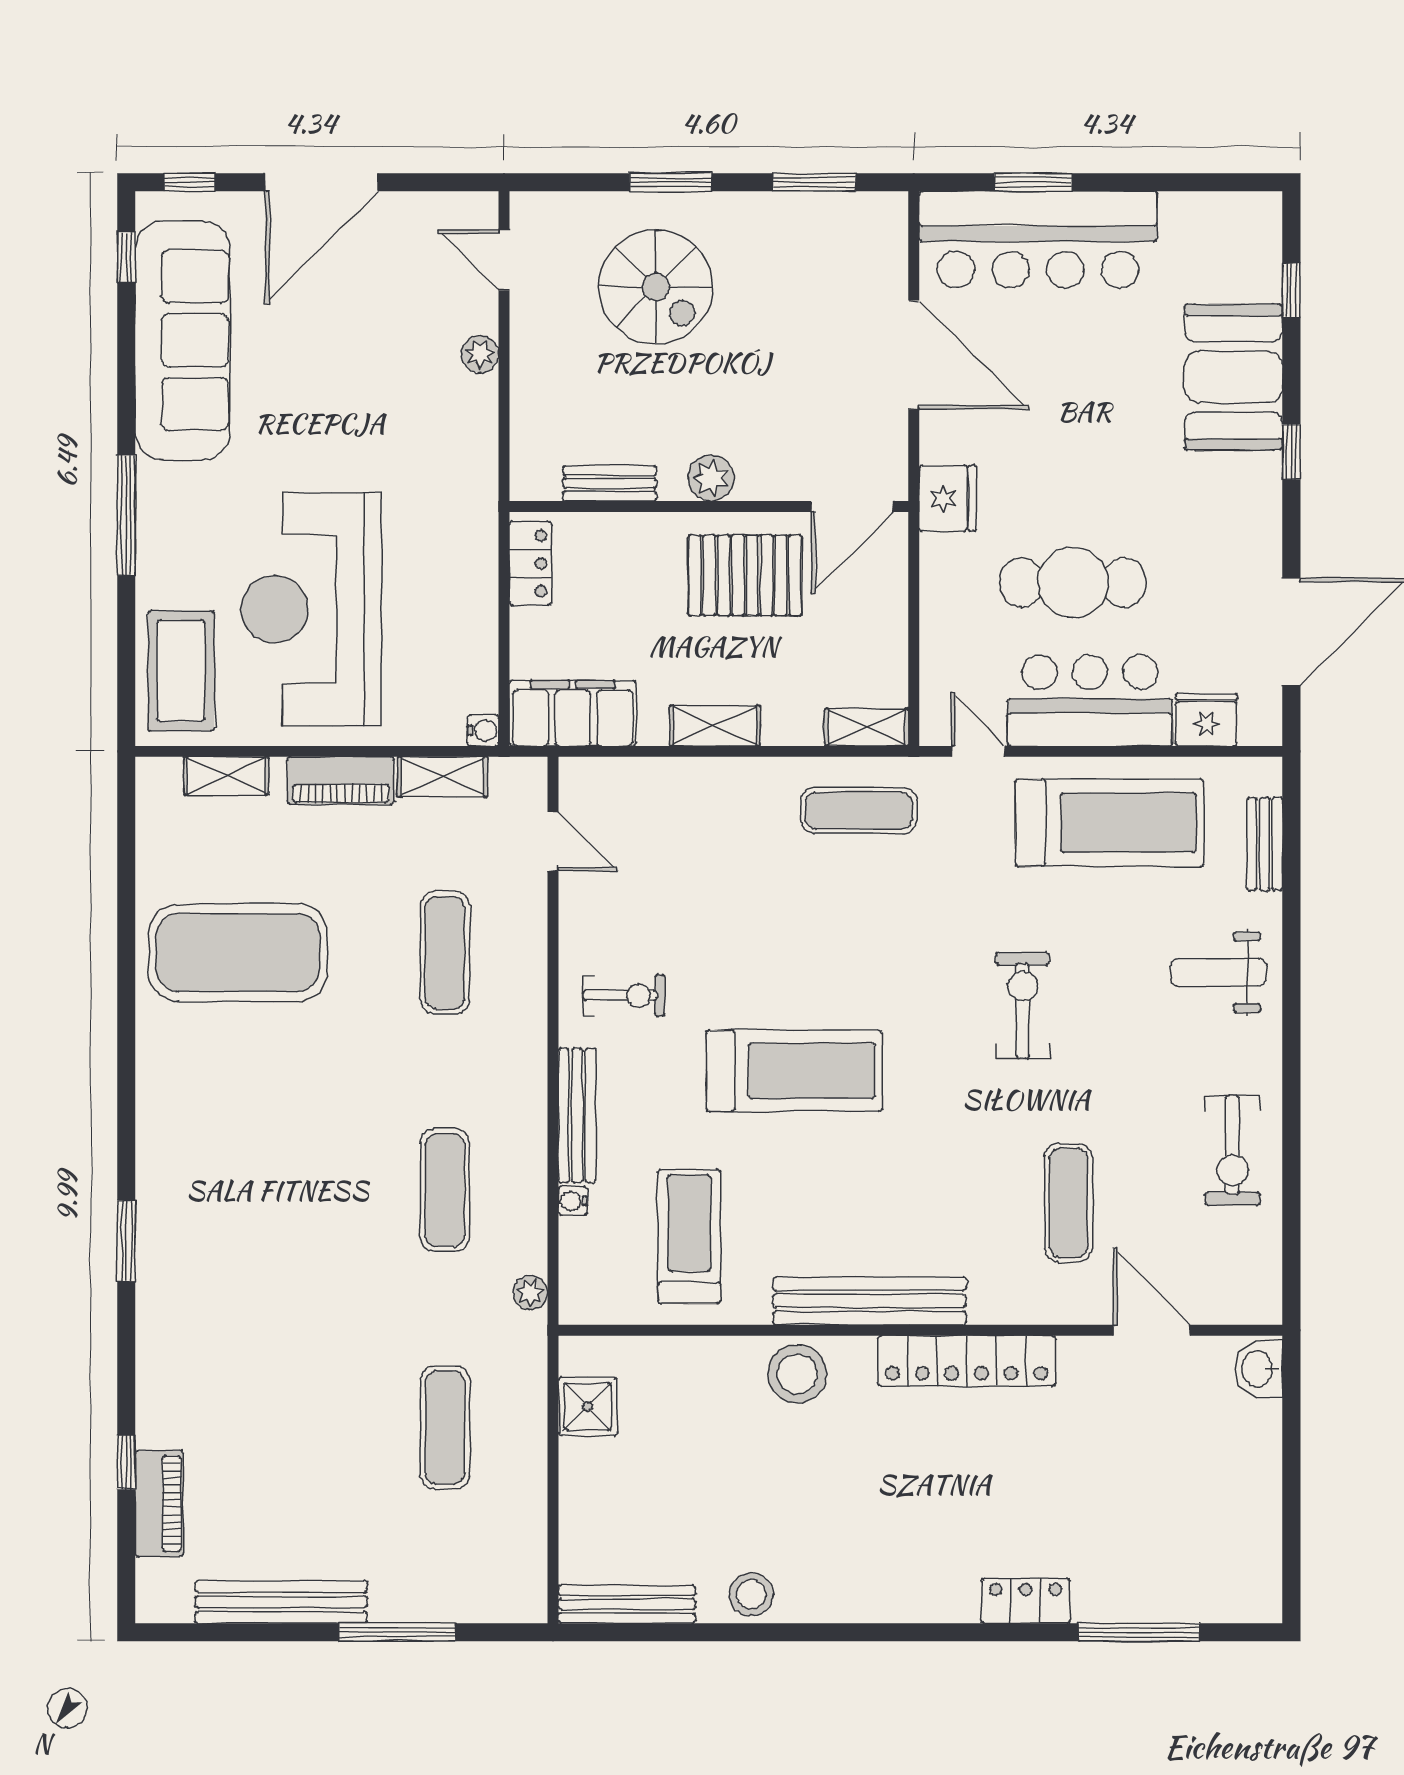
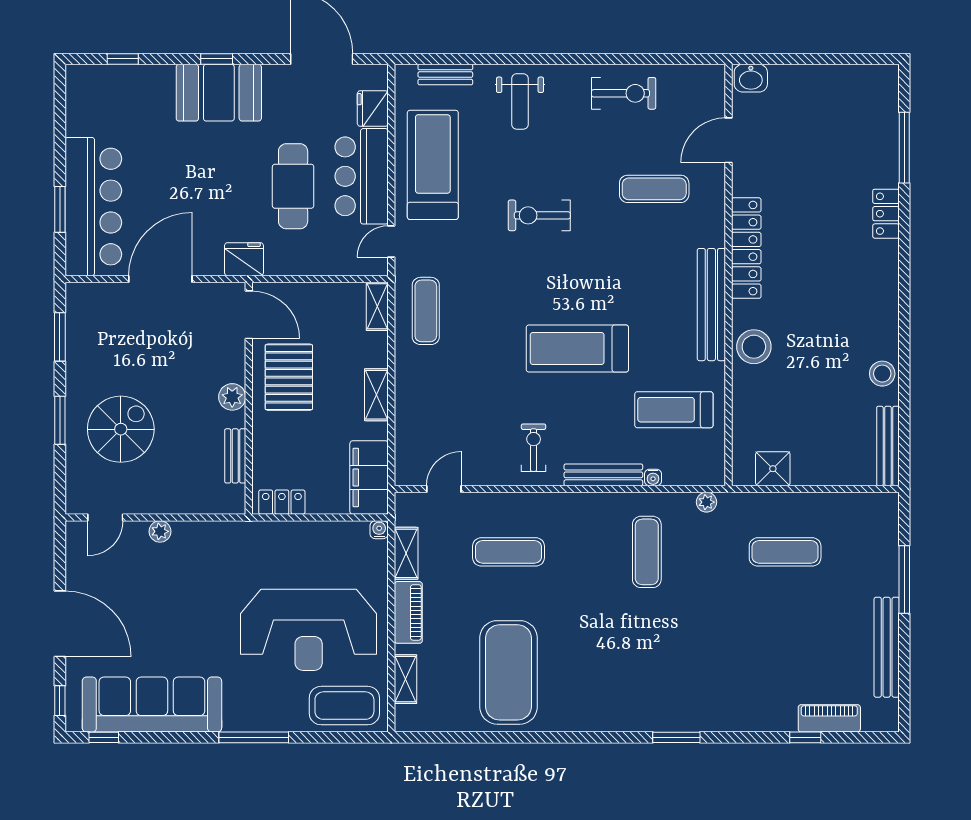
booth: (1234, 377) -> (219, 93), moved
treadmill: (794, 1071) -> (577, 349), turned -90
exercise mat: (445, 1190) -> (647, 552), turned 90

